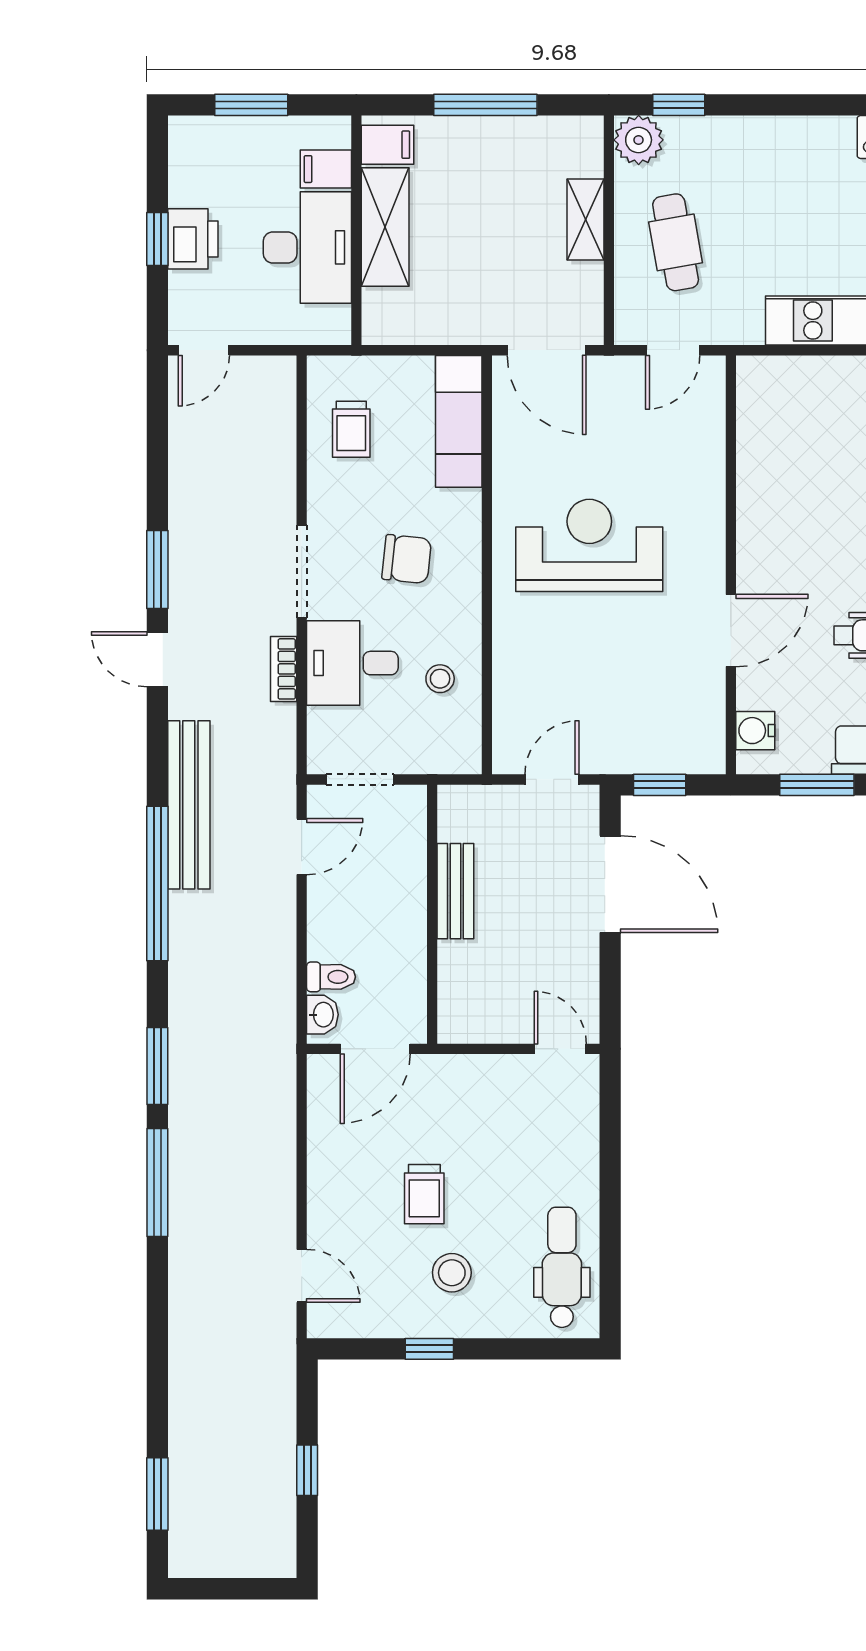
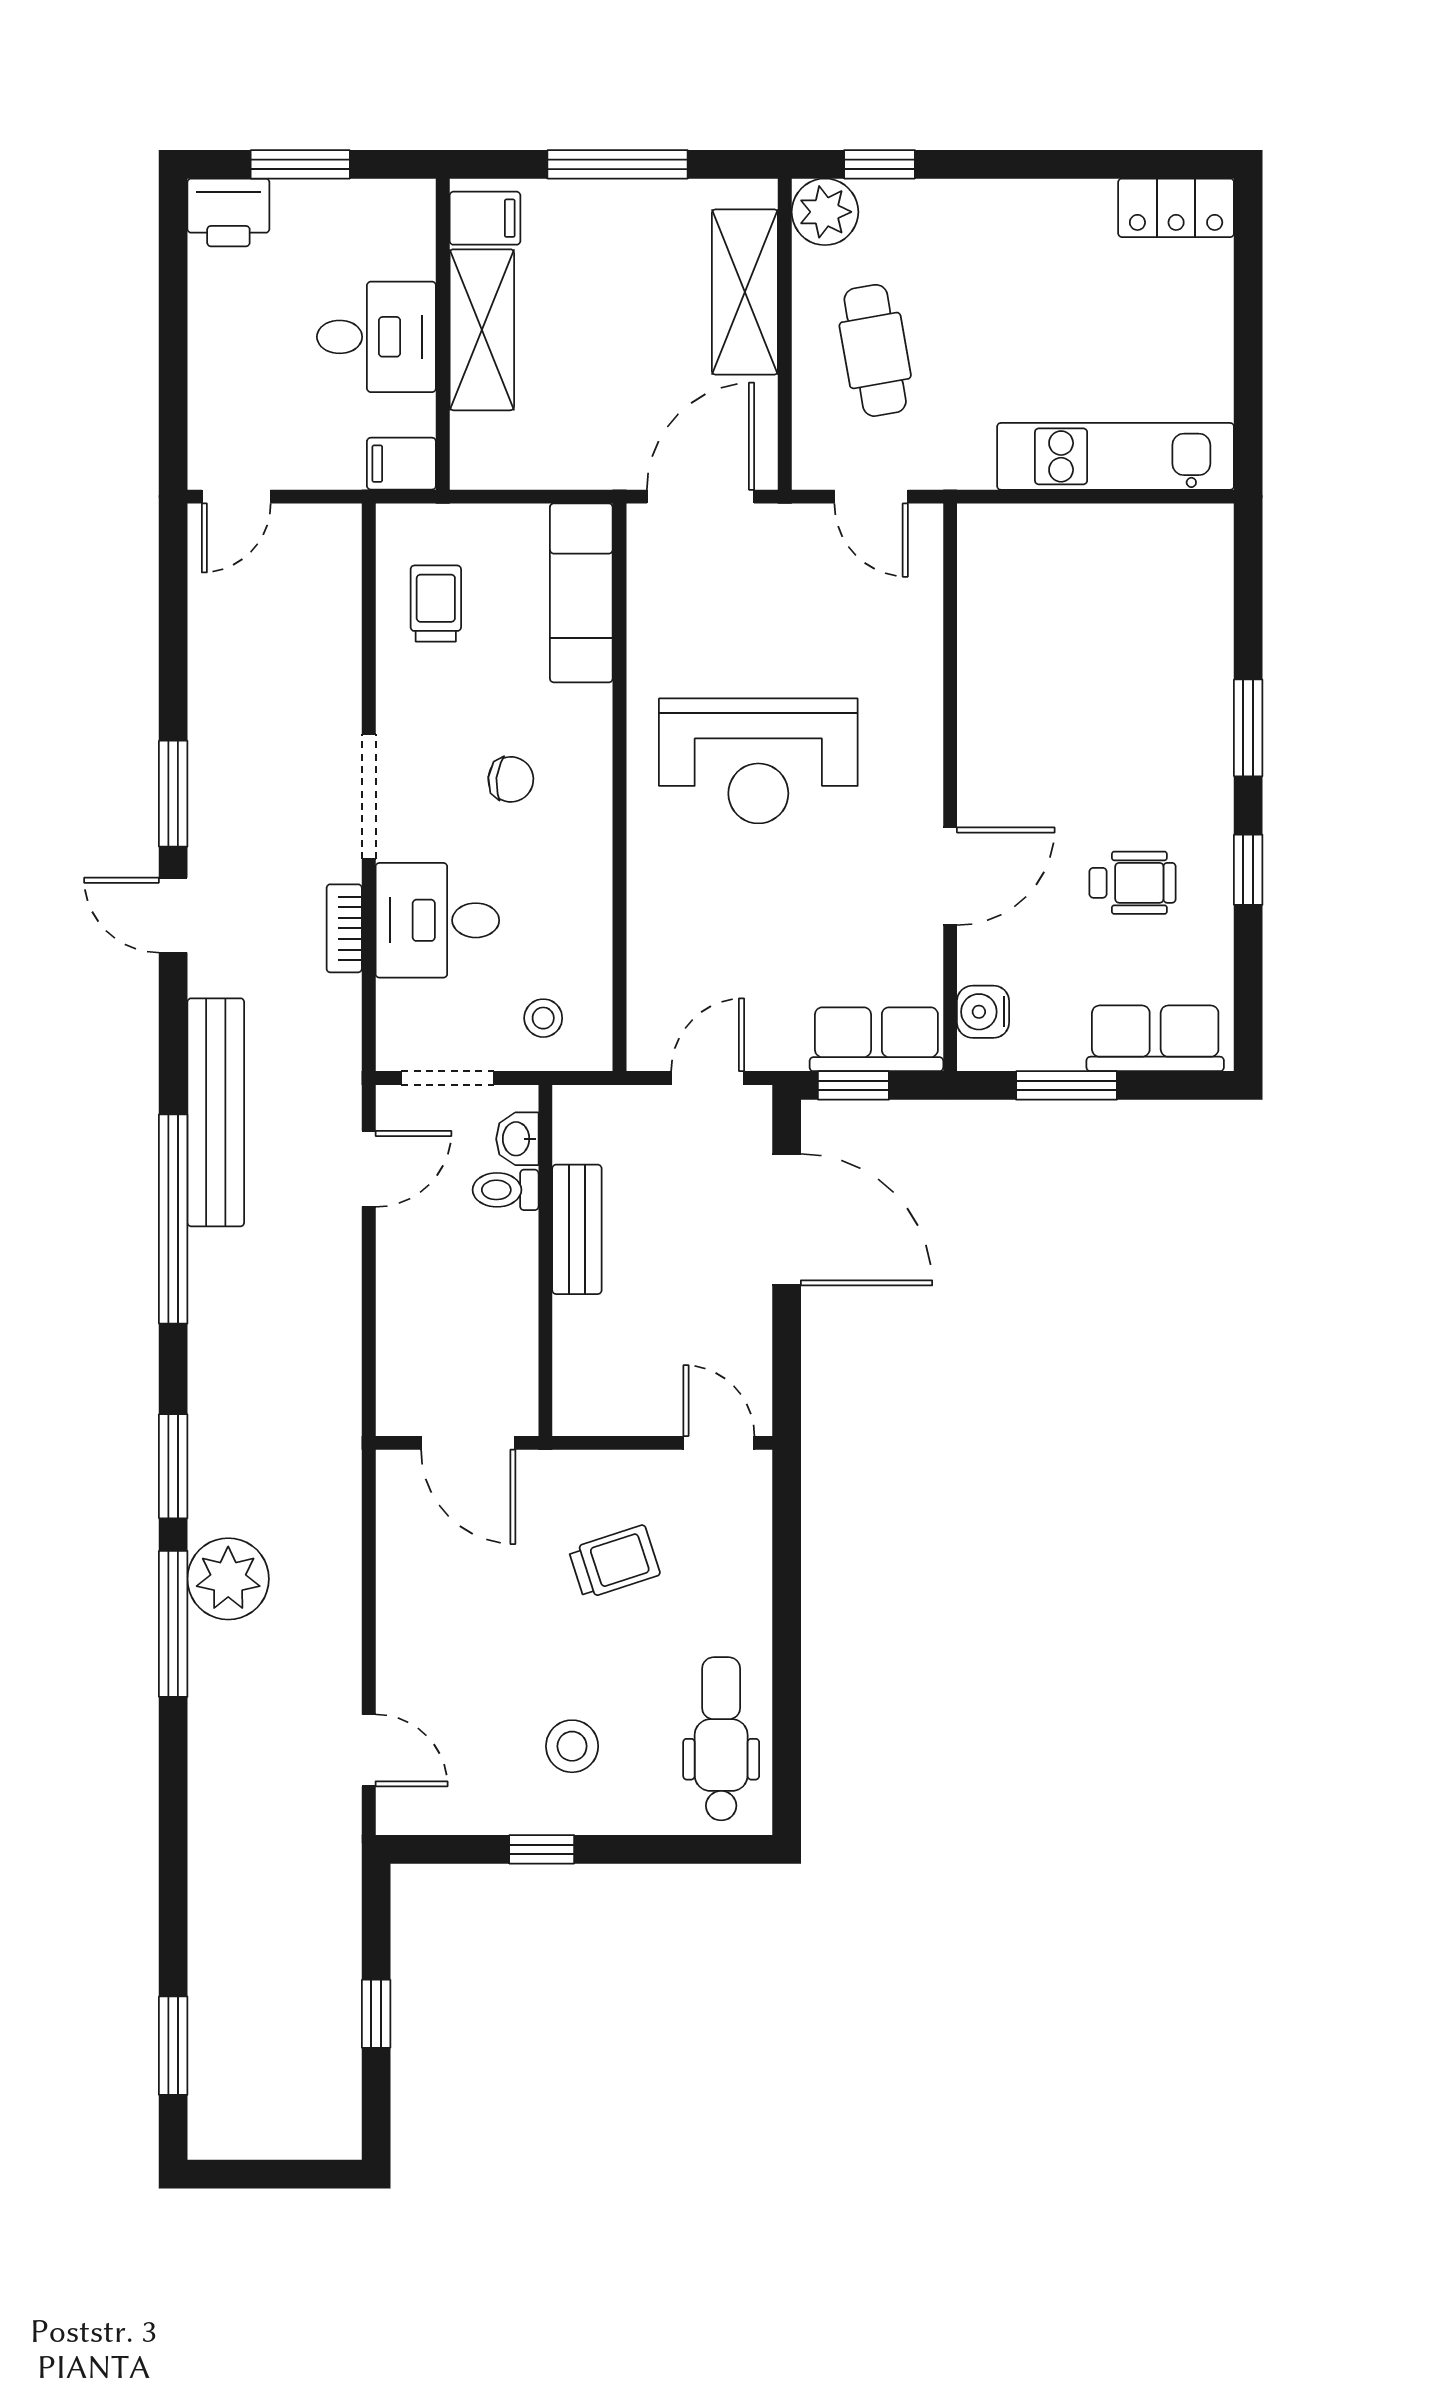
filing cabinet: (326, 169) -> (401, 464), moved
shelving: (586, 220) -> (745, 292), width x1.50, depth x1.33
window: (157, 239) -> (173, 346), removed
printer: (193, 239) -> (228, 212), moved, turned 90
desk: (307, 247) -> (376, 337), width x0.73
door: (547, 350) -> (700, 497), swing flipped
door: (673, 350) -> (871, 497), hinge flipped
trolley: (351, 429) -> (436, 604), turned 180
reception desk: (589, 545) -> (758, 761), turned 180
chair: (407, 559) -> (511, 779), width x0.73, depth x0.73
stool: (440, 679) -> (543, 1018), moved
row of seats: (677, 751) -> (876, 1039), added
toilet: (331, 977) -> (506, 1190), moved, turned 180
washbasin: (322, 1015) -> (517, 1139), moved, turned 180
door: (375, 1049) -> (468, 1443), hinge flipped
plant: (198, 1149) -> (228, 1579), added
trolley: (424, 1194) -> (614, 1562), moved, turned -108

